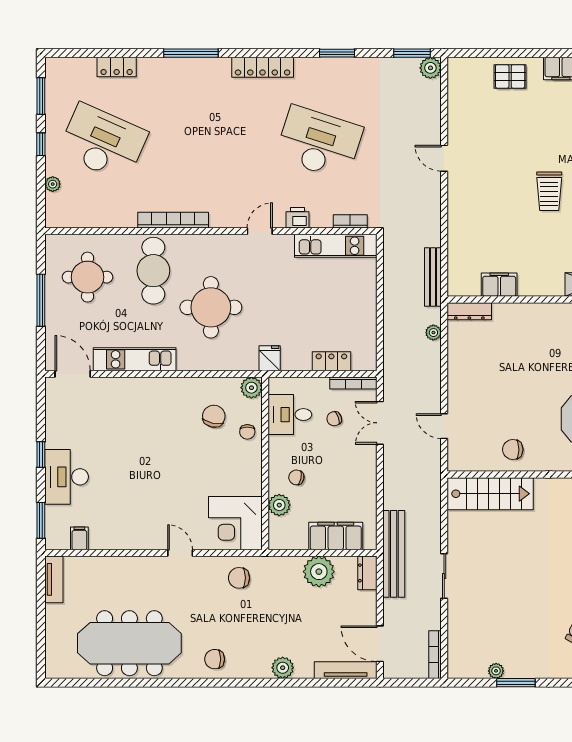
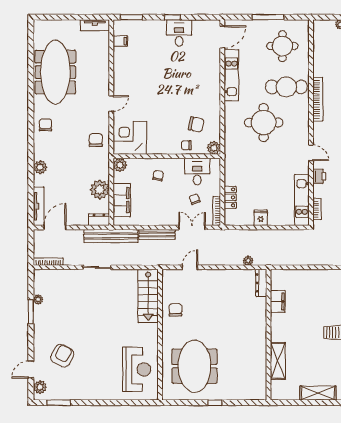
bench: (433, 277) -> (157, 234), moved
fridge: (270, 358) -> (261, 218), moved, turned -90
desk: (67, 477) -> (179, 33), moved, width x0.73
plant: (279, 505) -> (120, 165), moved

